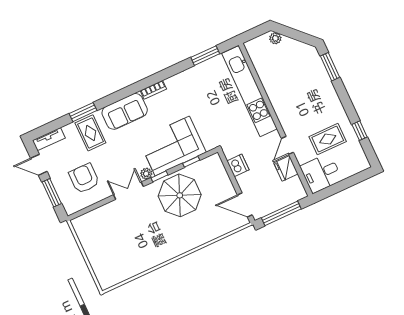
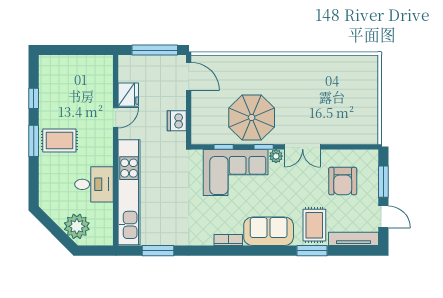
plant: (275, 38) -> (77, 226), width x1.87, depth x1.87
window: (330, 67) -> (34, 141), moved
tv unit: (49, 139) -> (353, 239), width x1.41
rug: (328, 139) -> (59, 141), moved
desk: (321, 173) -> (94, 184), moved

